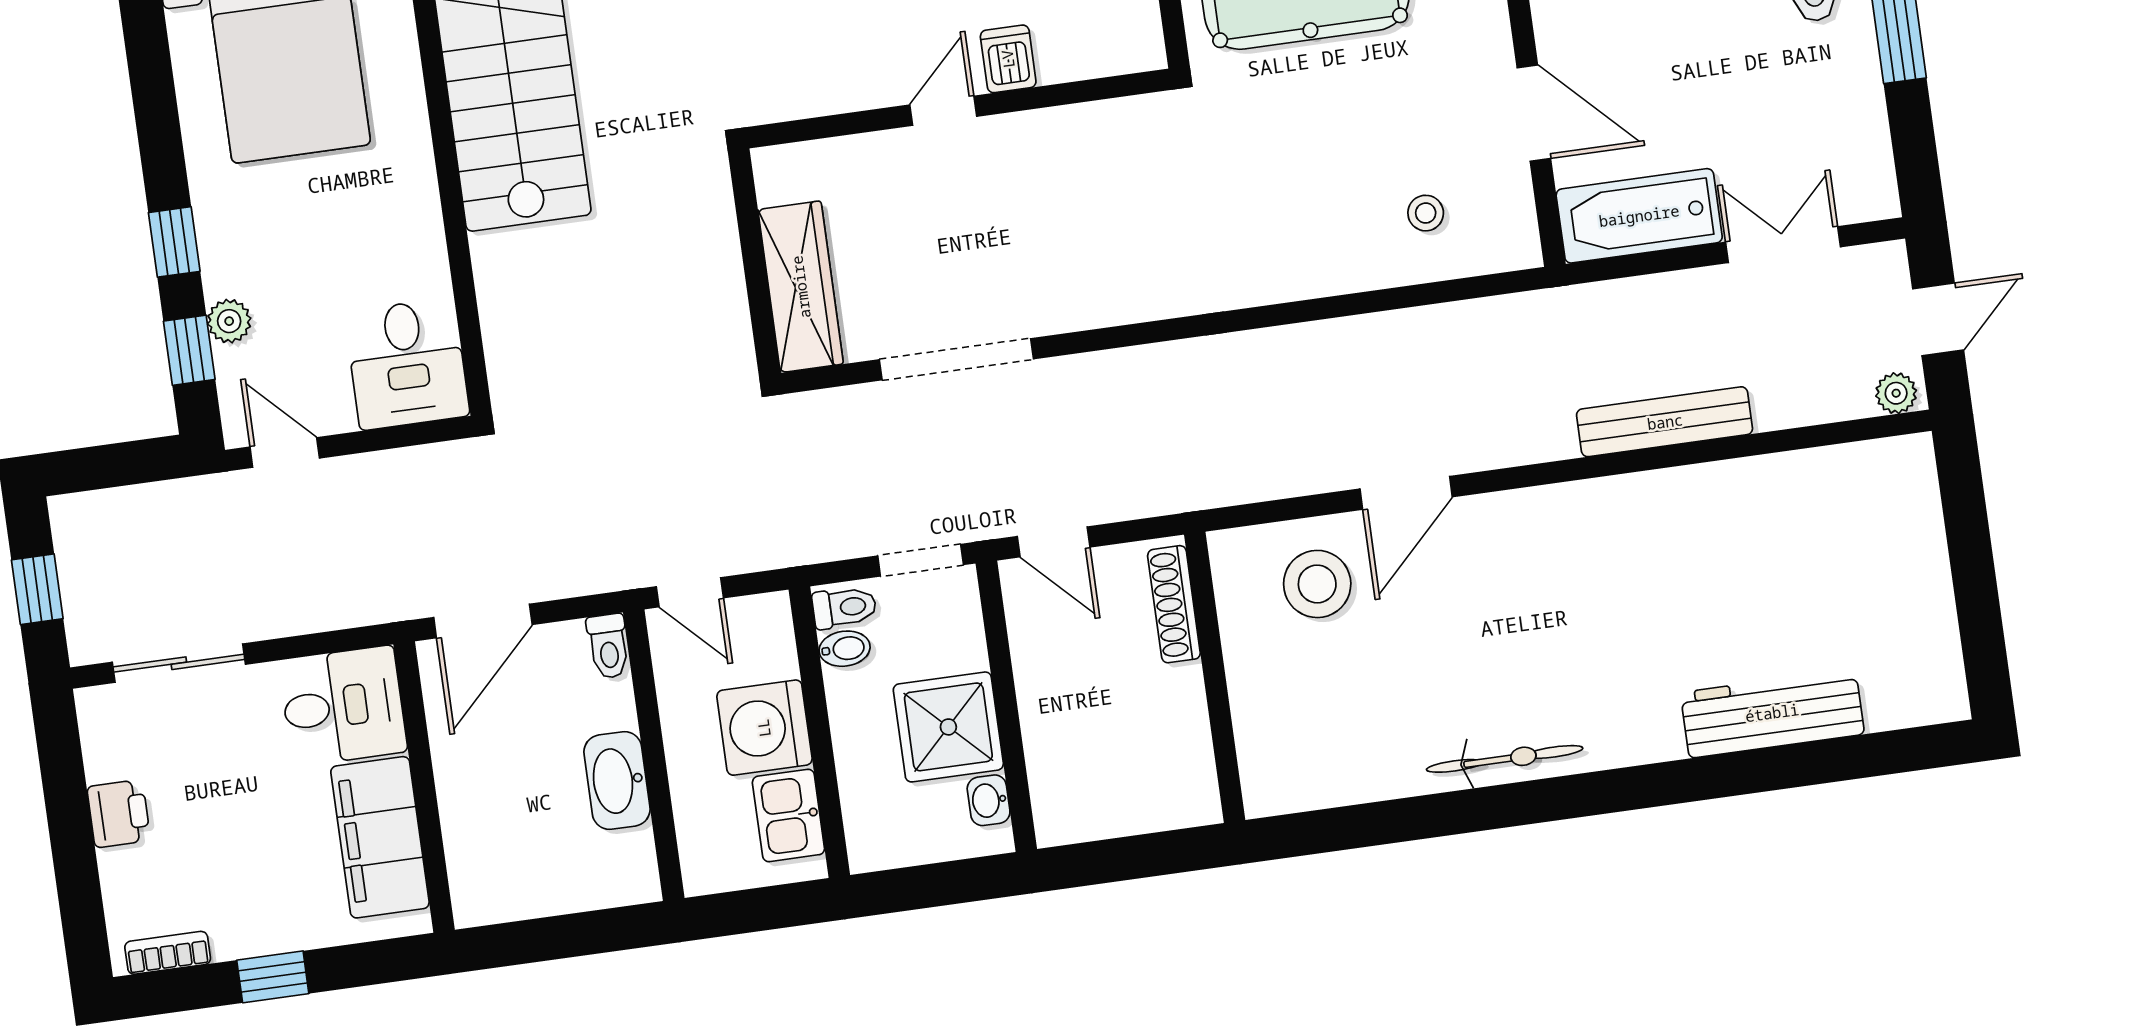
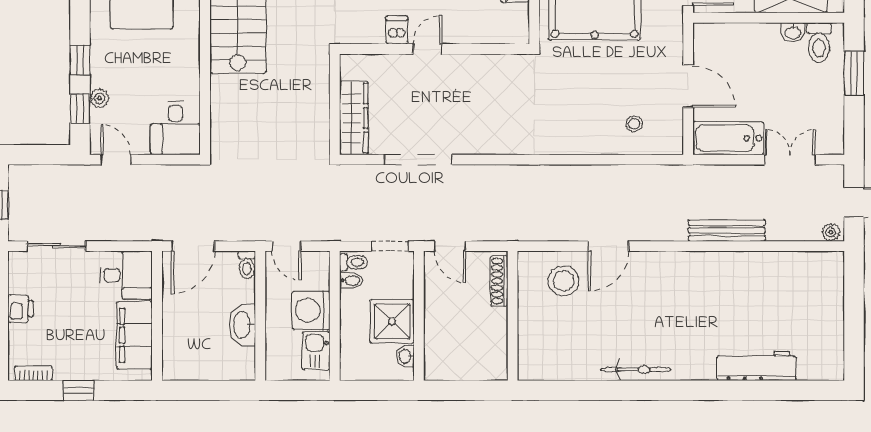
dishwasher: (1008, 59) -> (397, 30), moved

